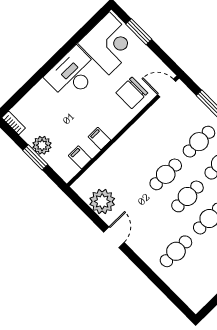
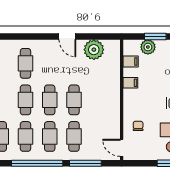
door: (167, 88) -> (122, 148), swing flipped
chair: (132, 93) -> (138, 126), width x0.54, depth x0.54
plant: (42, 145) -> (148, 47), moved

